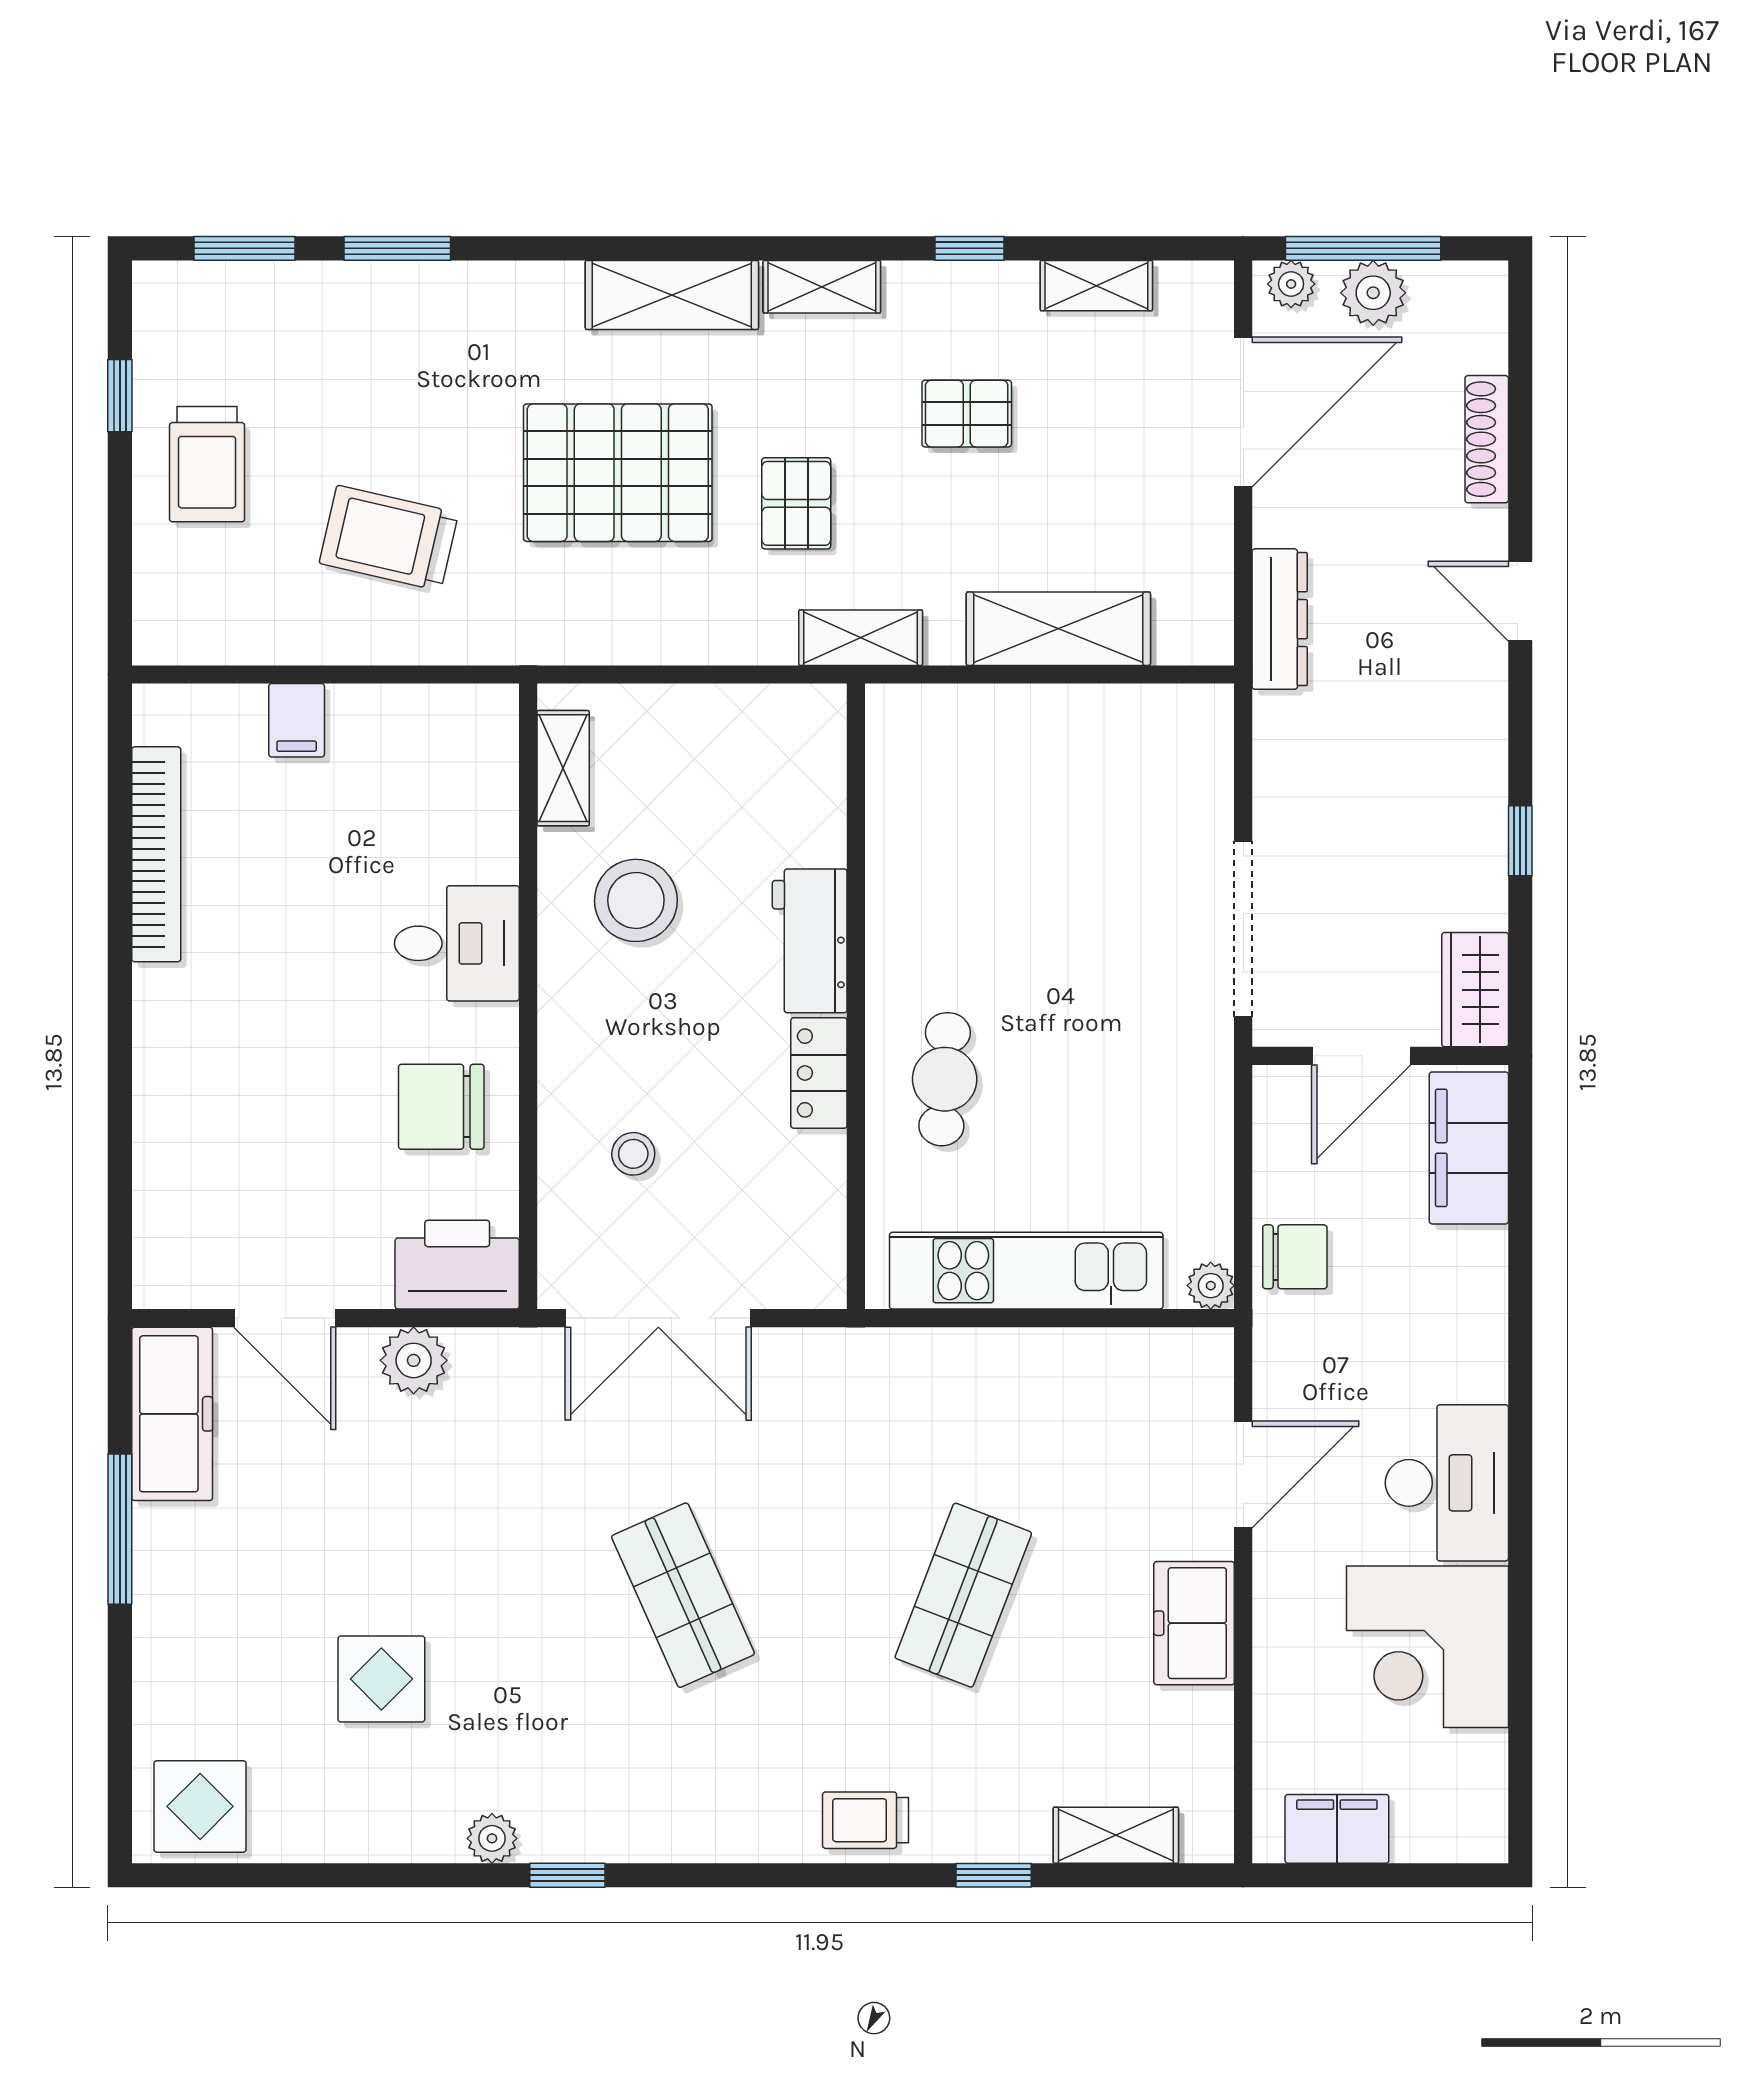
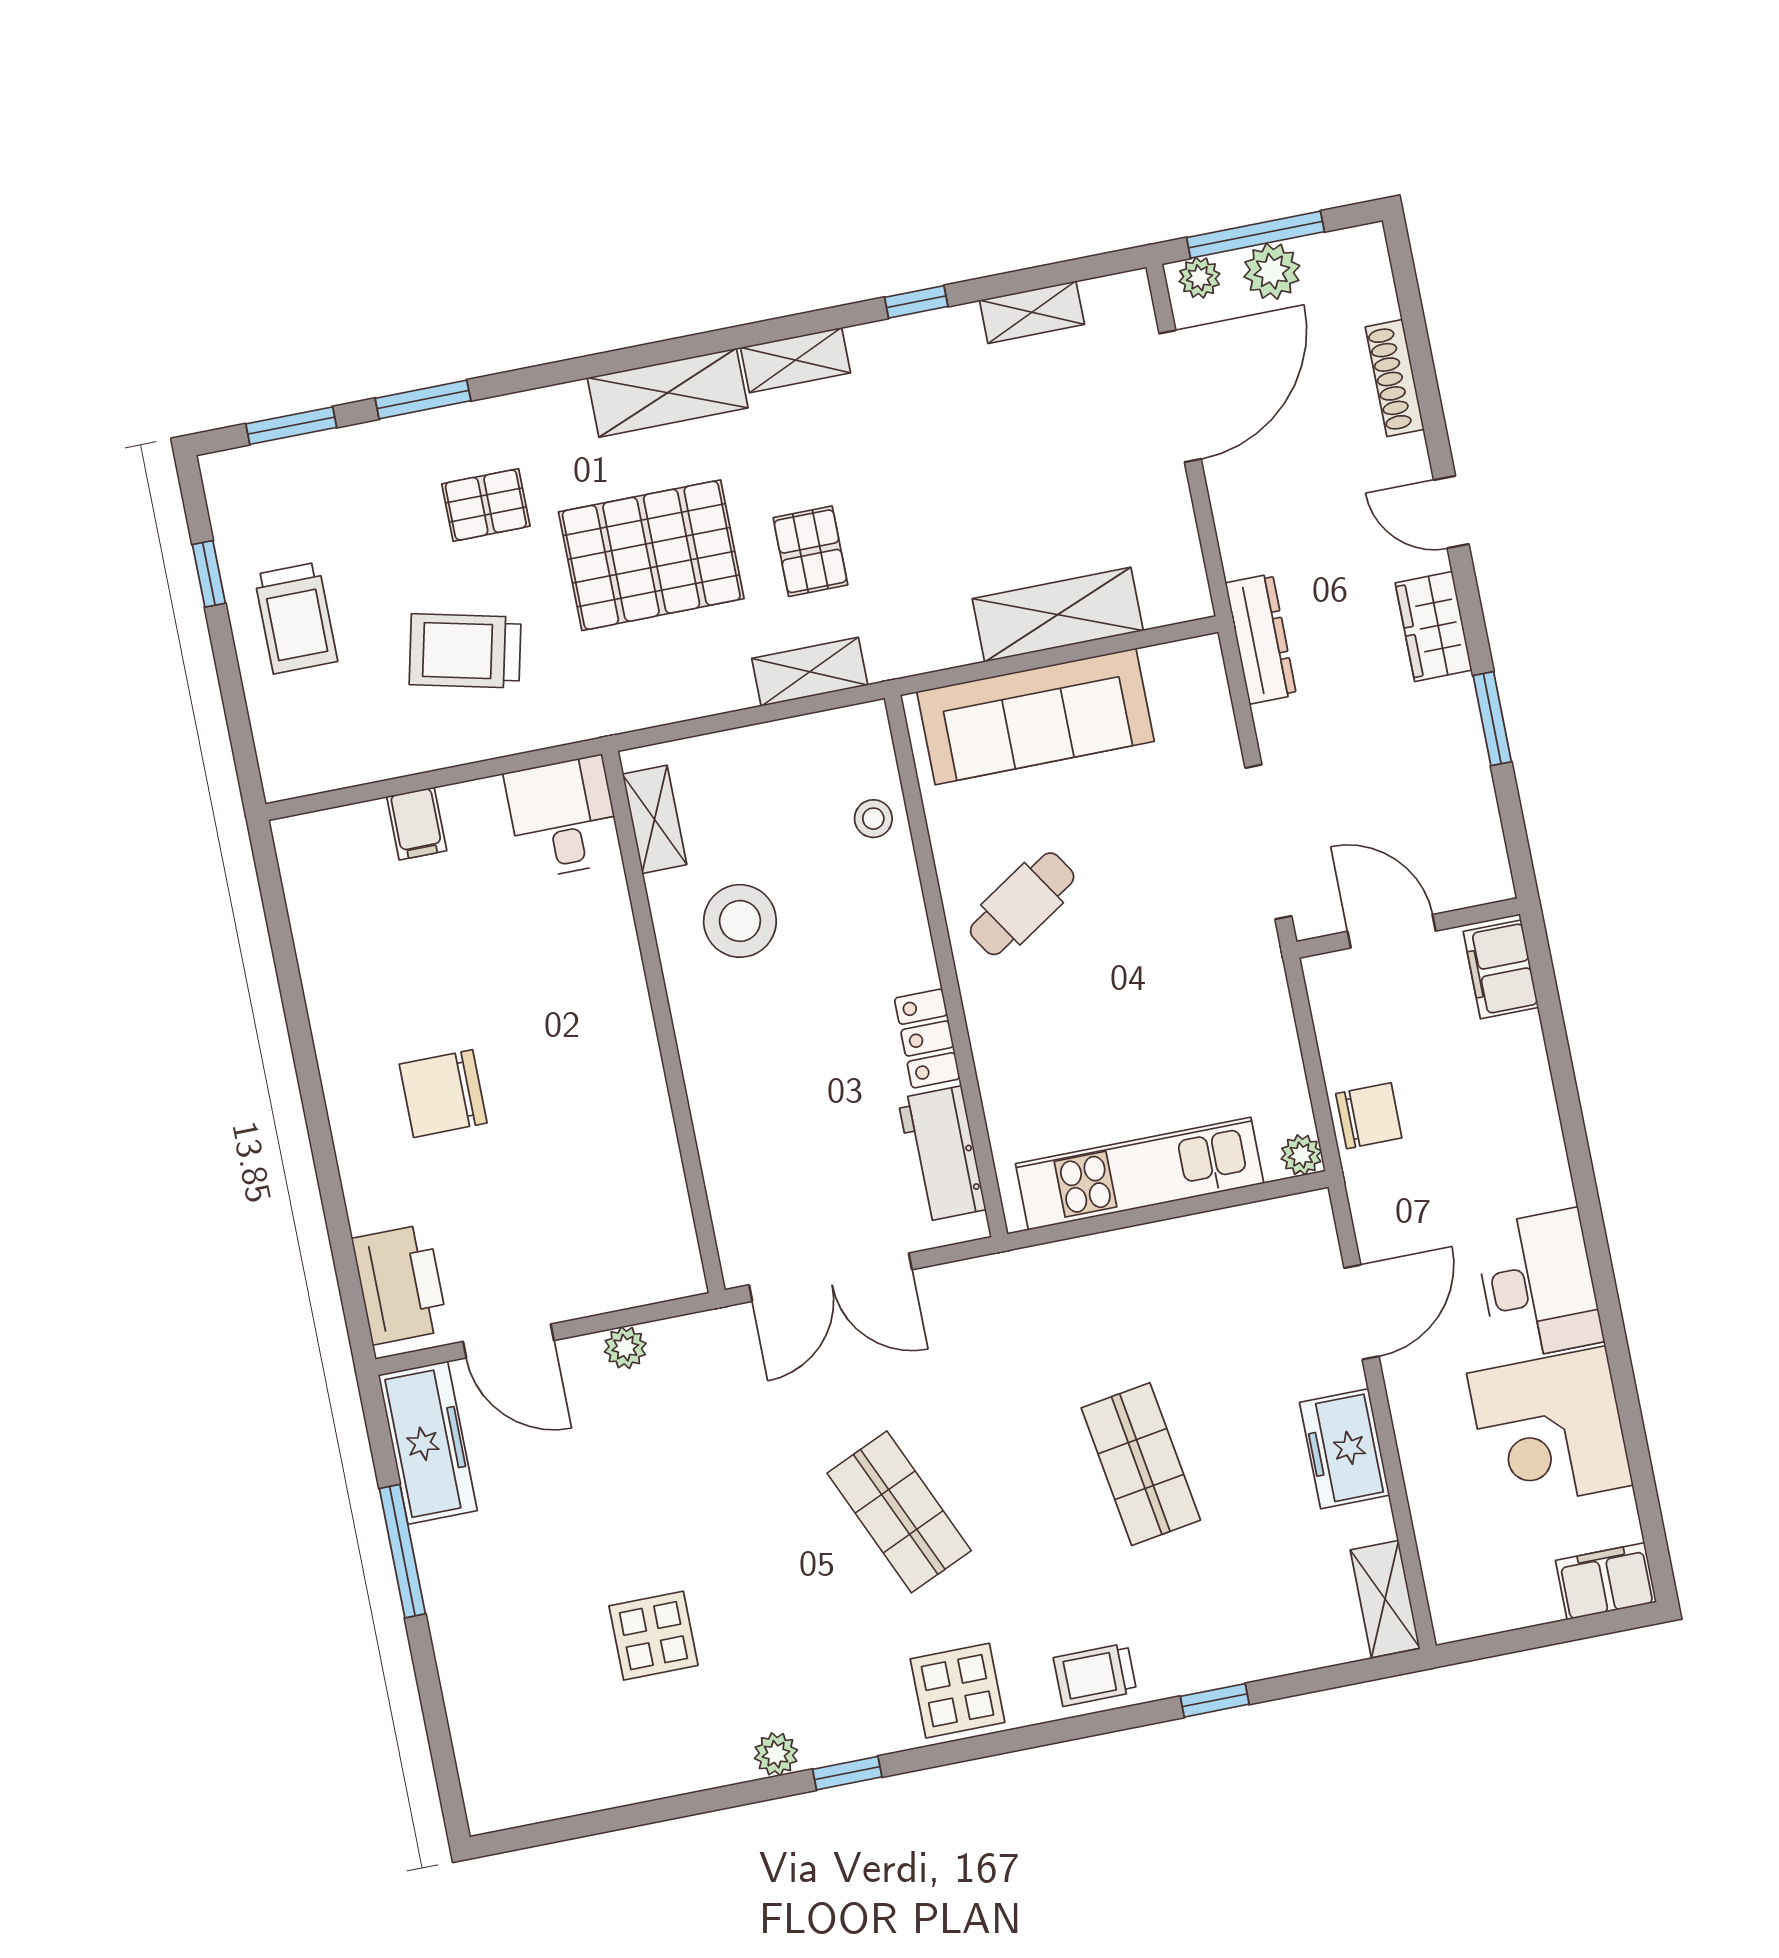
pallet: (967, 414) -> (486, 505), moved
dresser: (1280, 619) -> (1261, 639), moved
shelving: (861, 638) -> (810, 672), moved
sofa: (1011, 737) -> (1036, 716), added
window: (1520, 841) -> (1492, 719), width x1.50
bookcase: (156, 854) -> (319, 963), removed
workbench: (810, 941) -> (942, 1154), moved
desk: (457, 943) -> (563, 817), moved, turned -90
wardrobe: (1475, 990) -> (1434, 626), moved
door: (1361, 1056) -> (1392, 931), swing flipped
cafe table: (945, 1079) -> (1022, 904), moved, turned 53
chair: (441, 1107) -> (443, 1094), moved
filing cabinet: (1469, 1148) -> (1501, 969), width x0.67, depth x0.86
stool: (633, 1154) -> (873, 819), moved
printer: (457, 1265) -> (400, 1284), moved, turned 90
plant: (414, 1360) -> (625, 1348), width x0.73, depth x0.73
shop shelf: (963, 1595) -> (1141, 1464), turned -30
display table: (200, 1806) -> (958, 1691), moved
filing cabinet: (1337, 1829) -> (1606, 1581), moved
shelving: (1116, 1835) -> (1385, 1599), moved, turned 90

